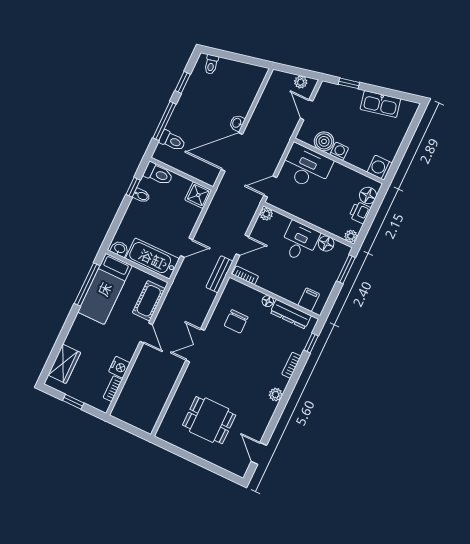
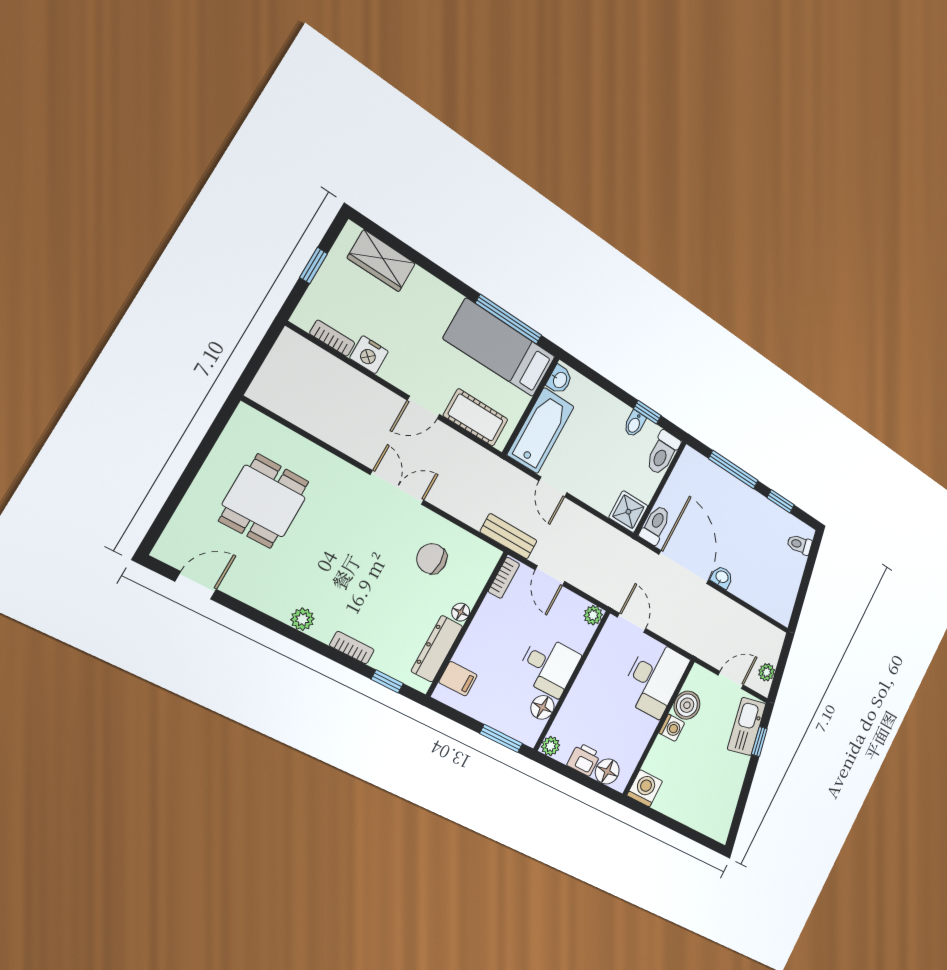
kitchen sink: (380, 104) -> (747, 726), moved
toilet: (172, 141) -> (655, 525), moved, turned 180

